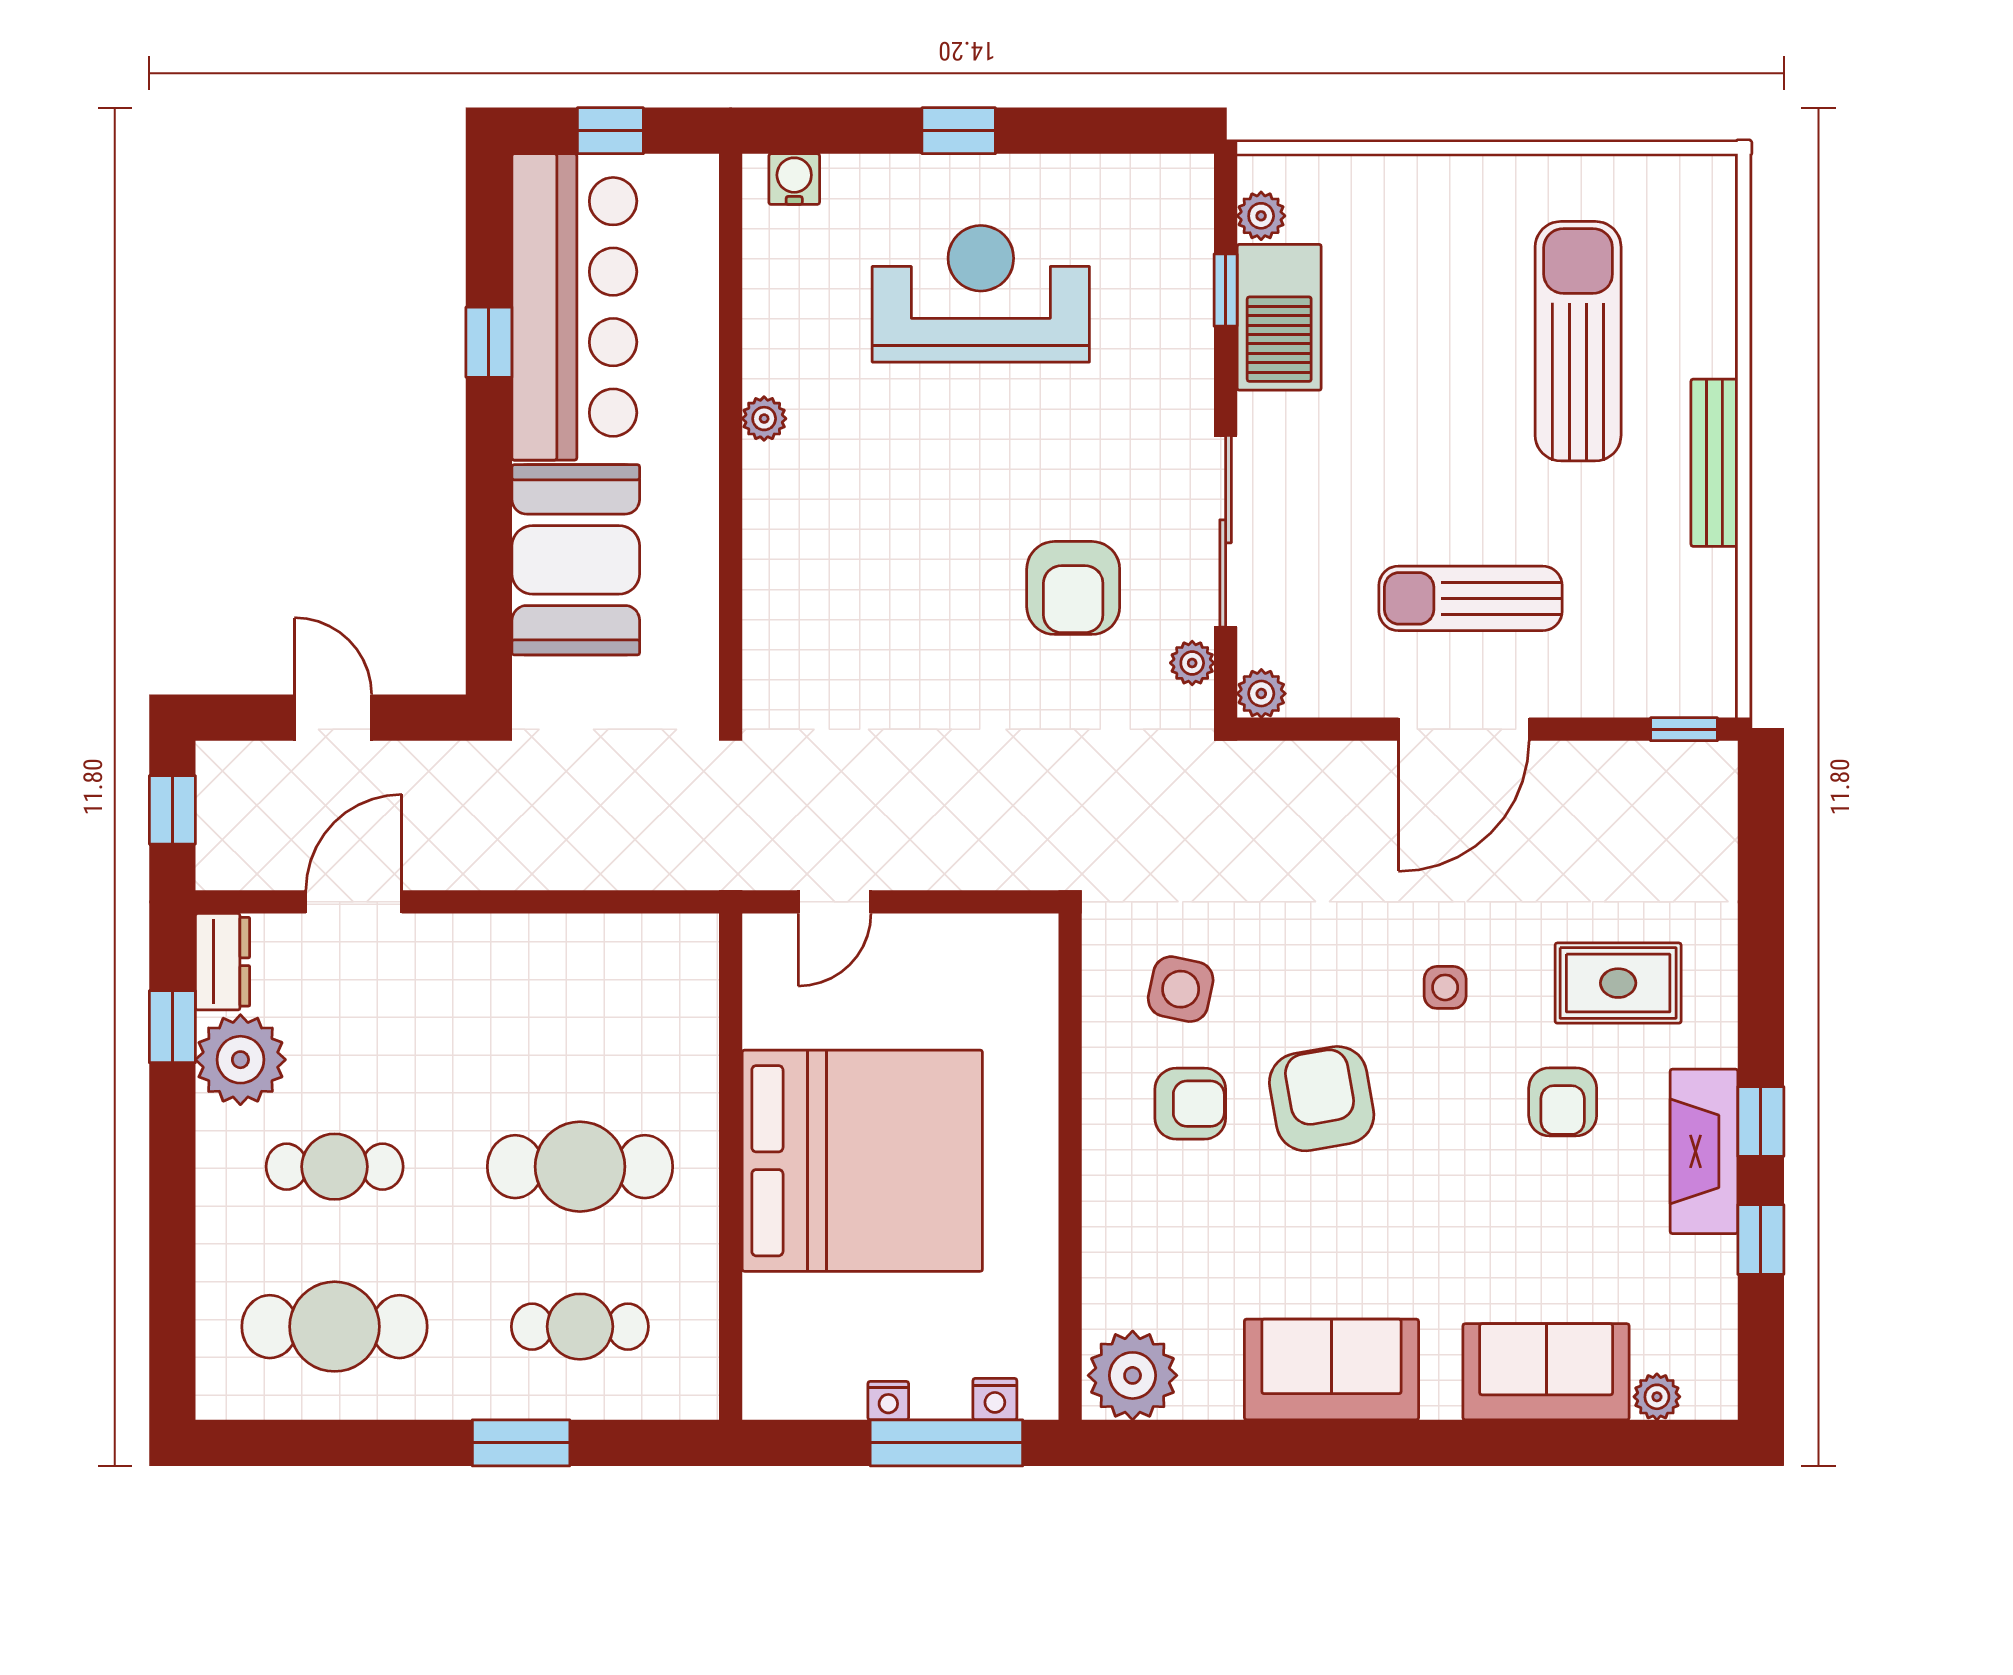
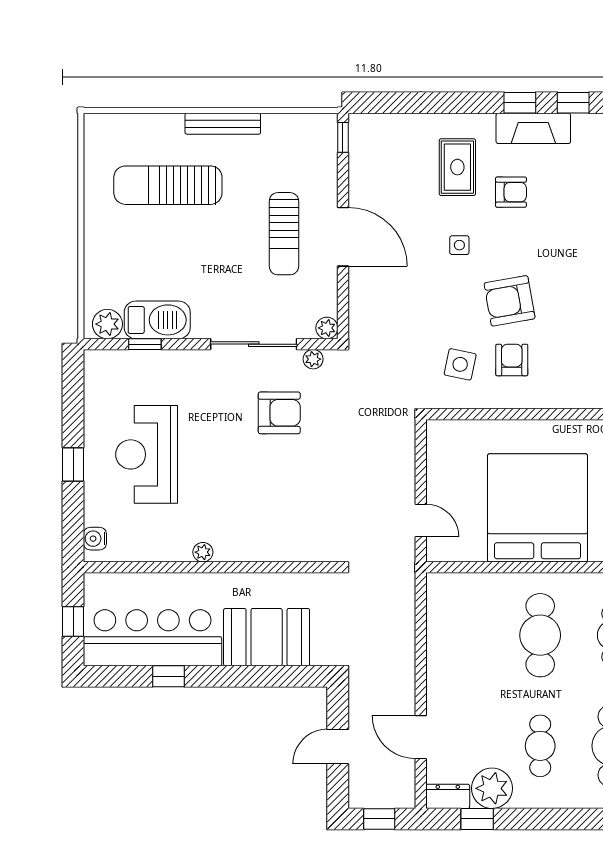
plant: (1261, 216) -> (107, 324), width x1.38, depth x1.38

